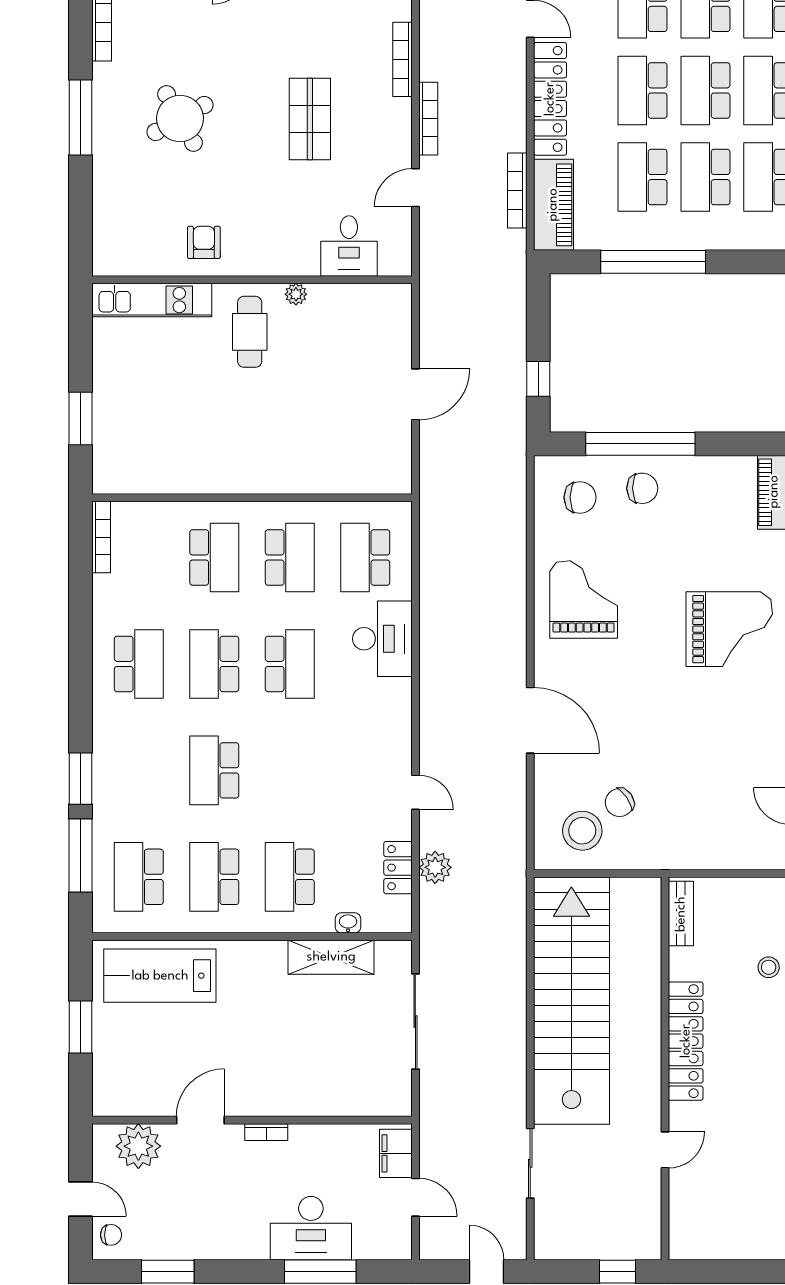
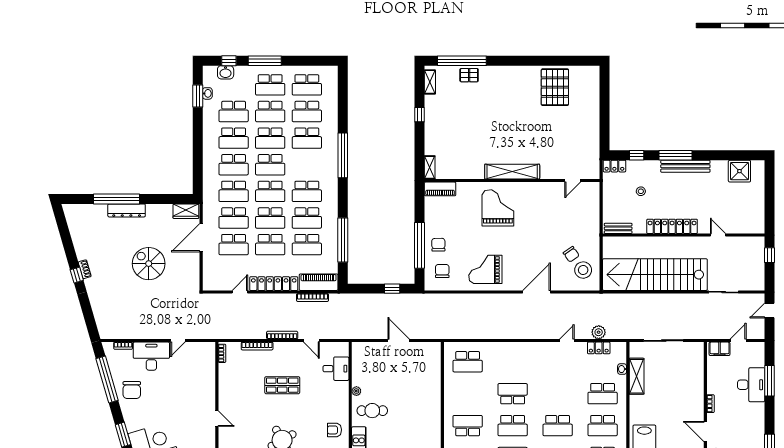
school desk: (290, 557) -> (468, 394), removed
desk: (382, 639) -> (502, 355), removed

